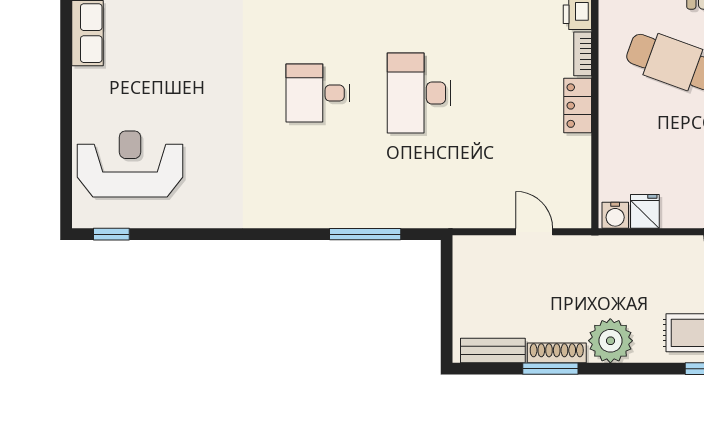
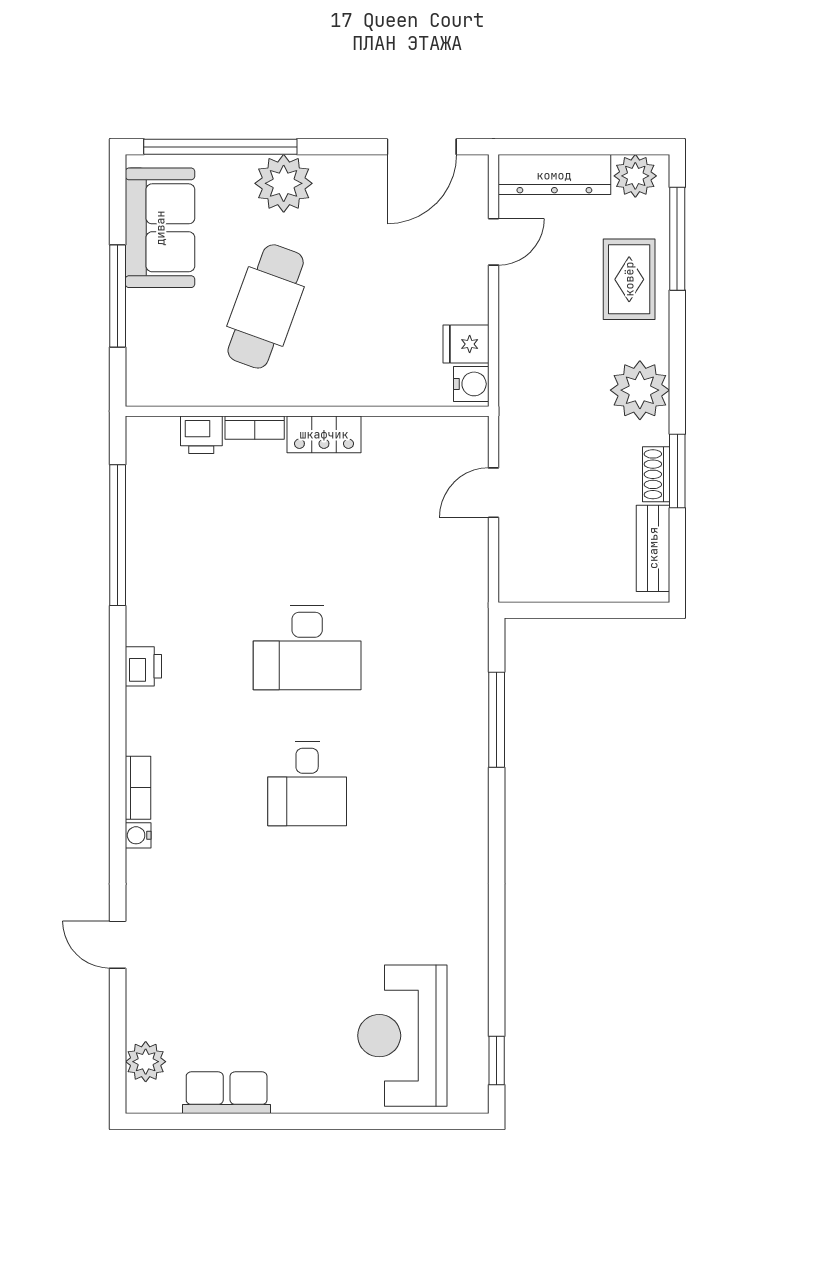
shoe rack: (557, 353) -> (656, 474), width x0.70

